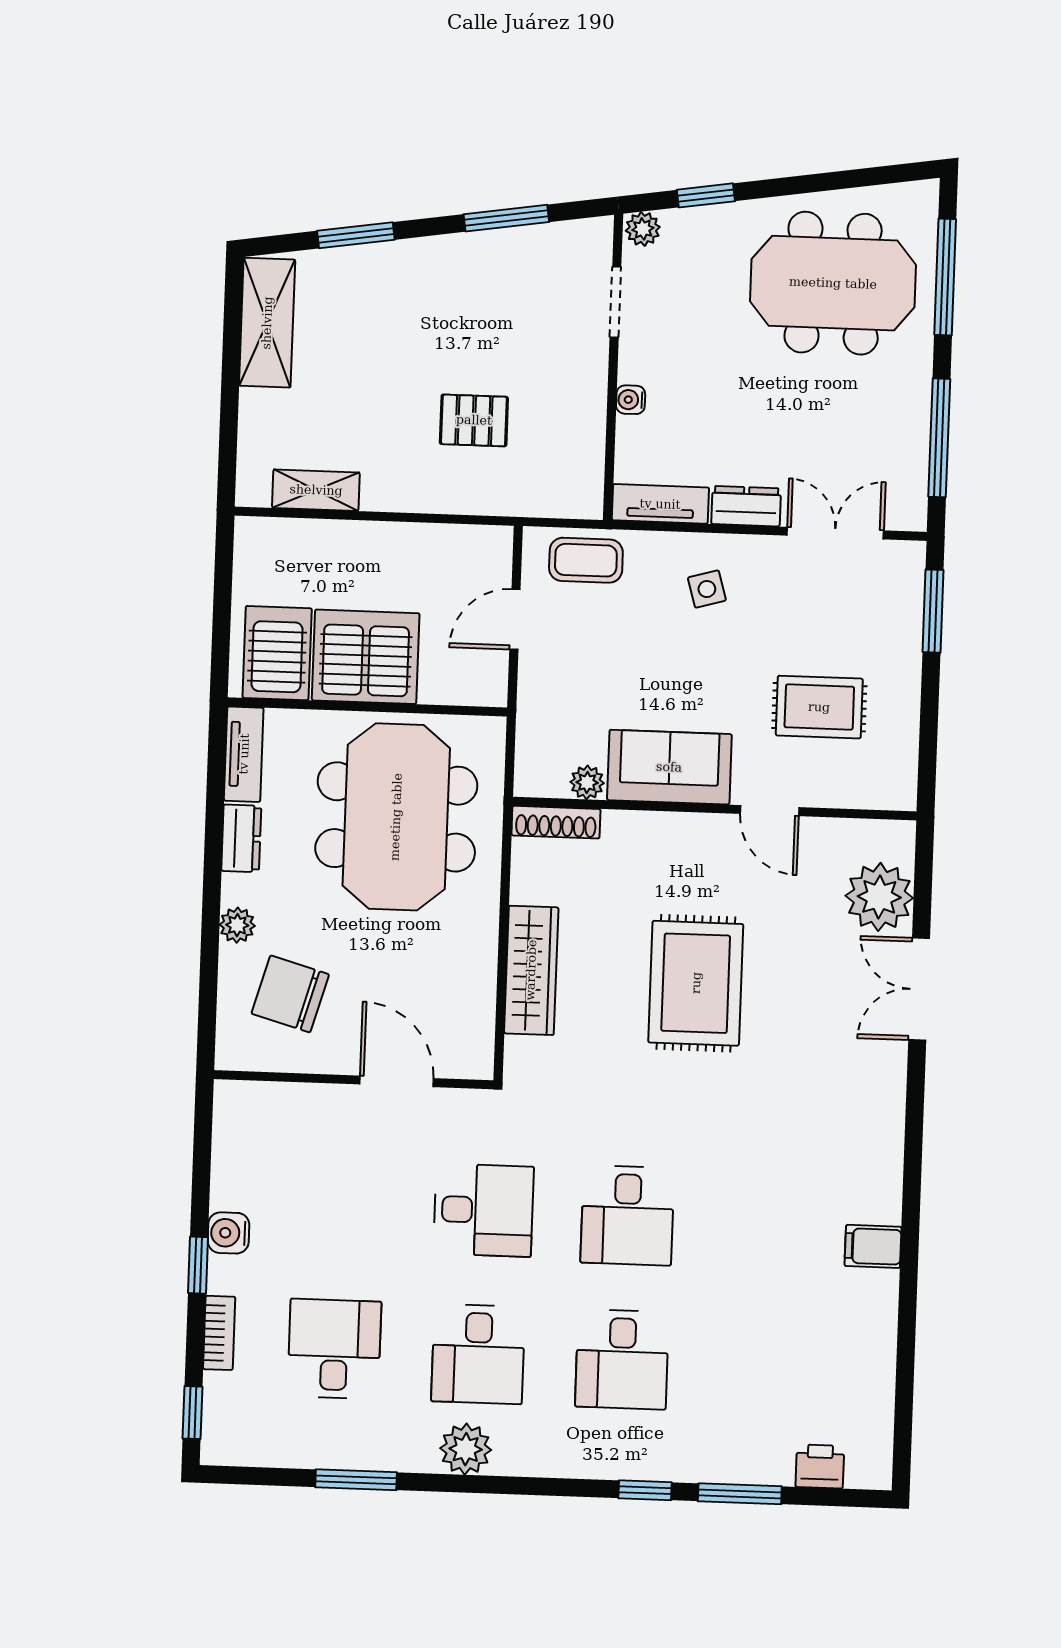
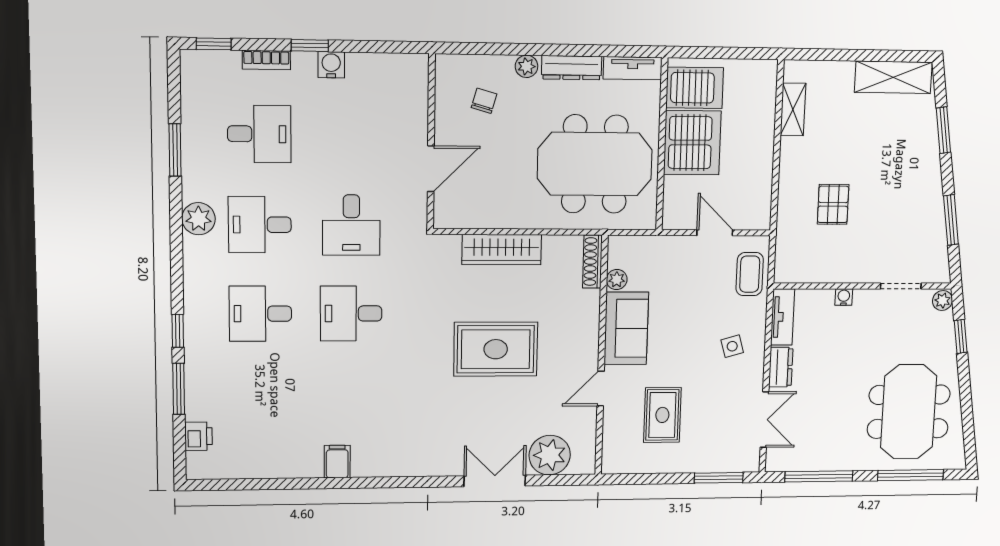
dresser: (241, 838) -> (572, 68), width x1.44
chair: (290, 994) -> (484, 101), width x0.54, depth x0.54

